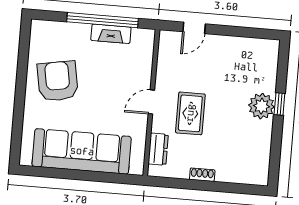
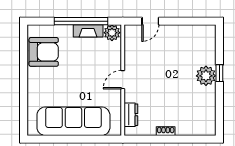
plant: (142, 39) -> (112, 33), added
armchair: (58, 81) -> (44, 52), moved, turned 100
rug: (190, 113) -> (153, 86), removed

